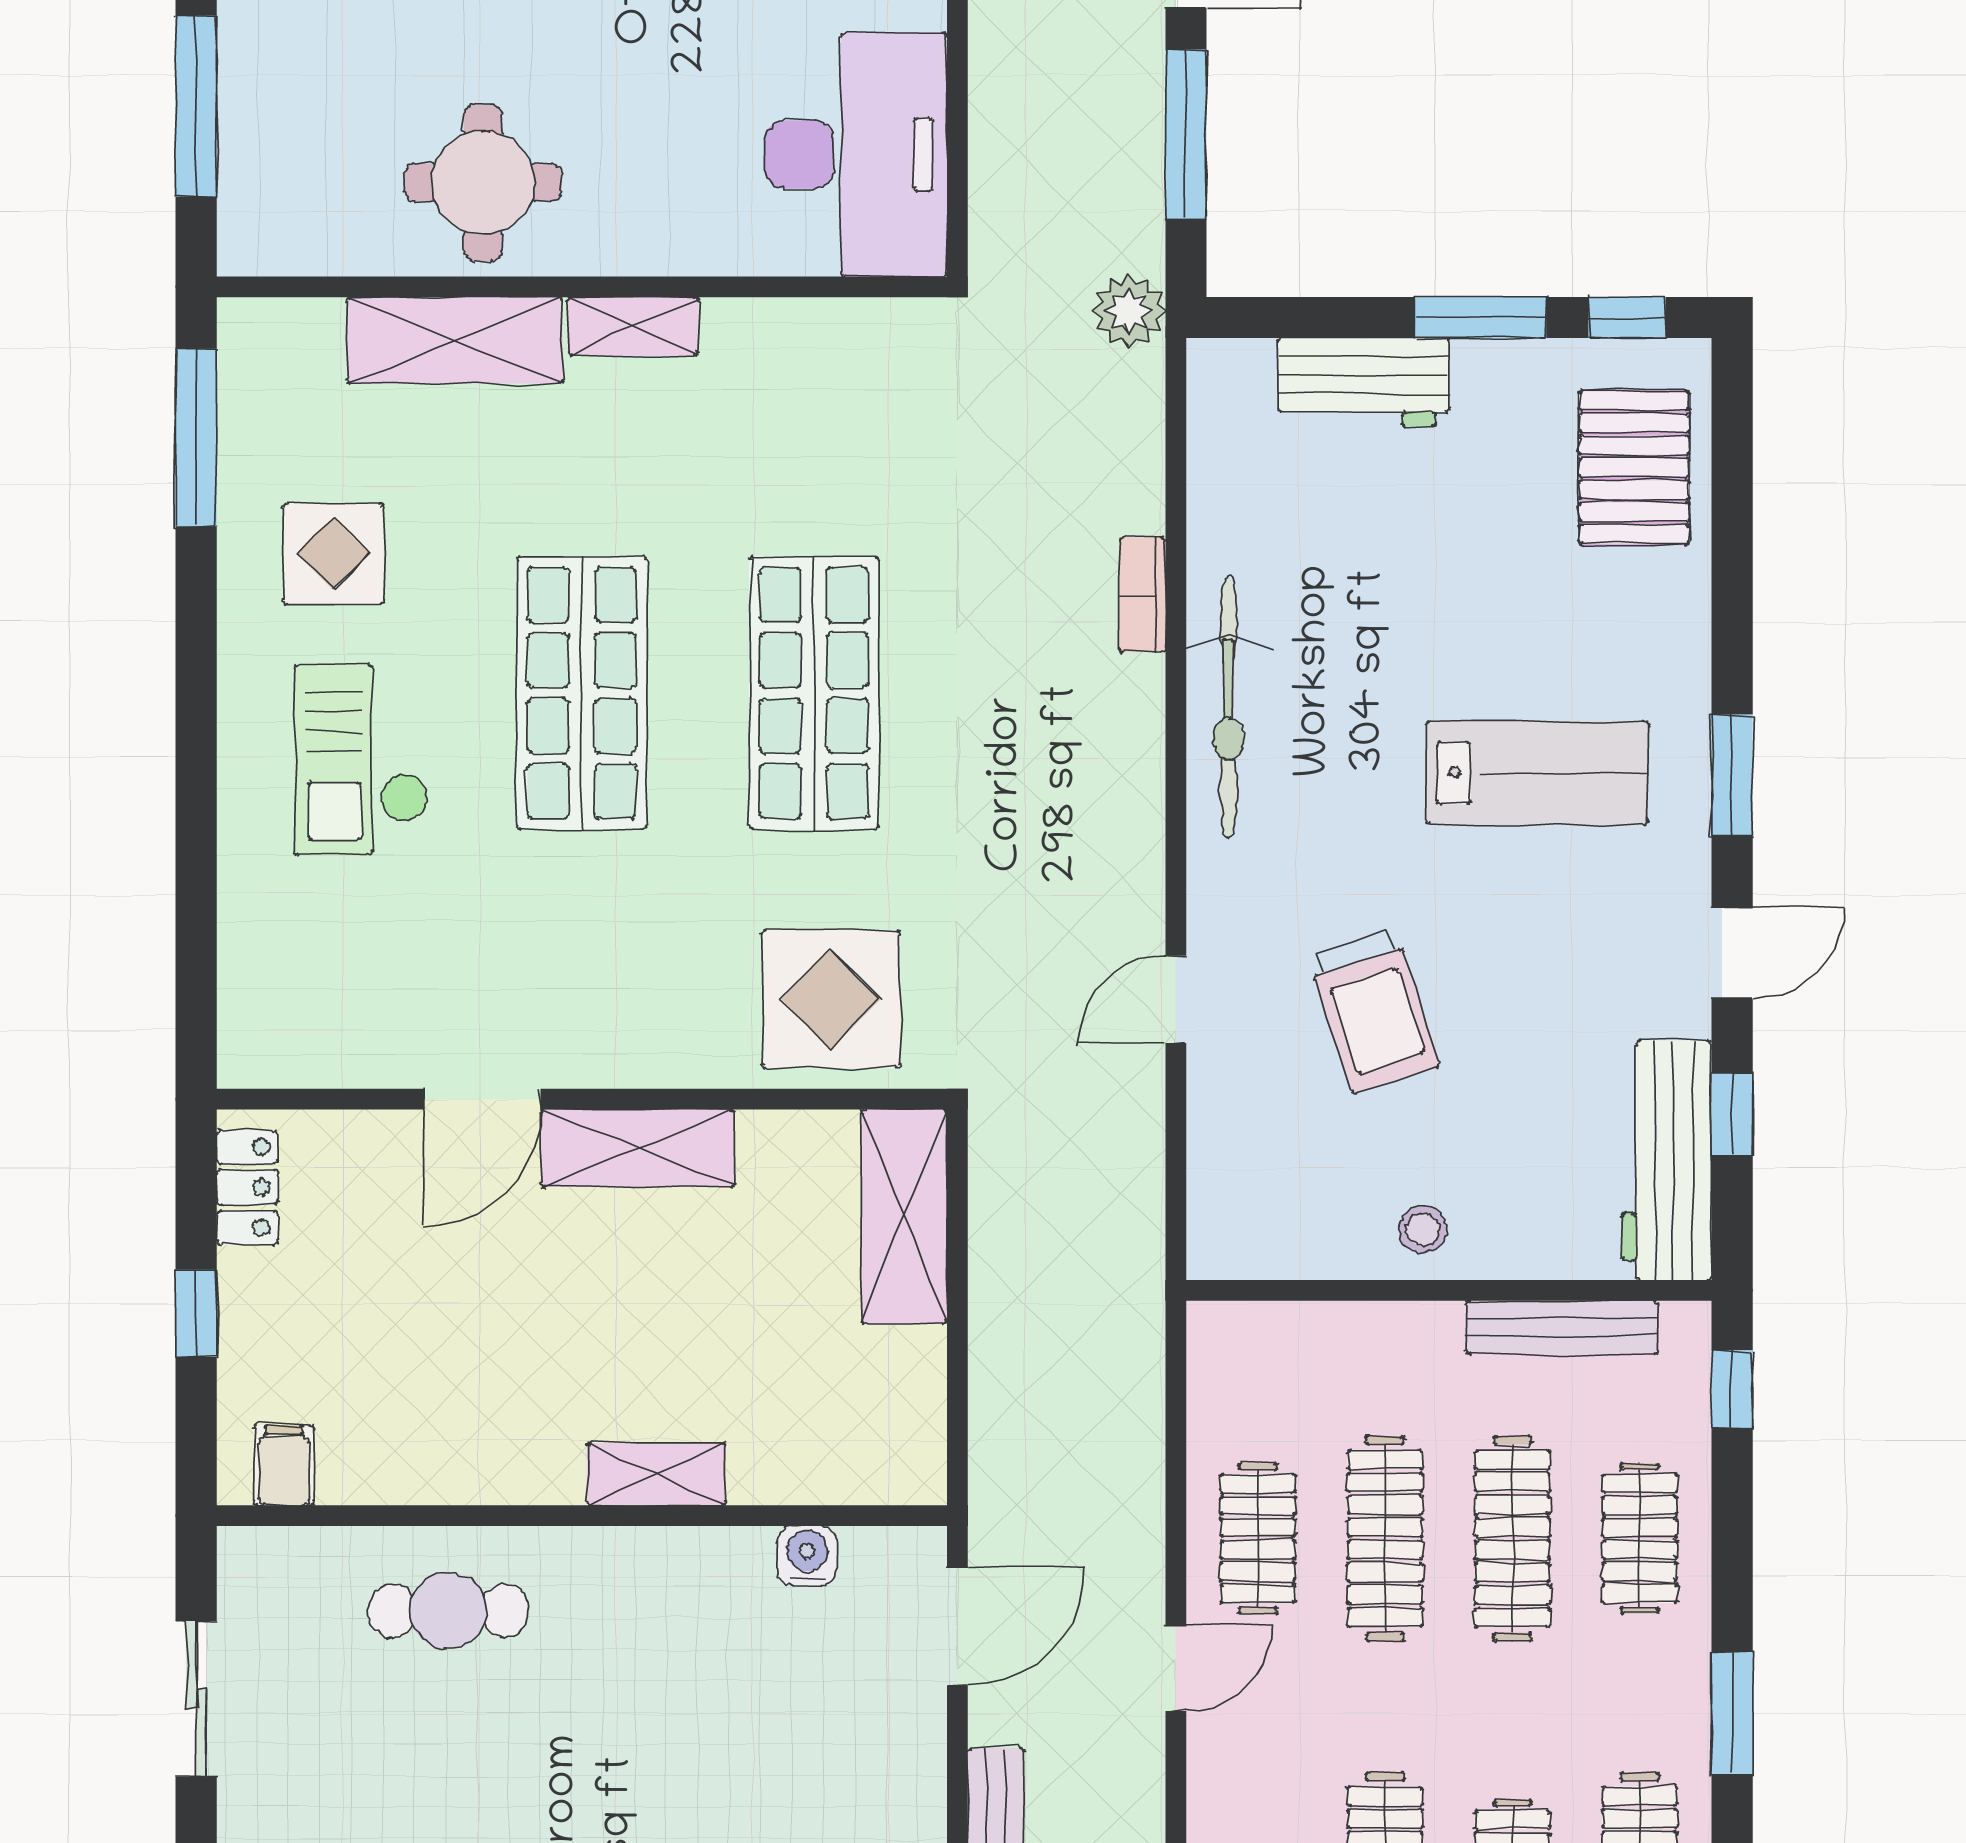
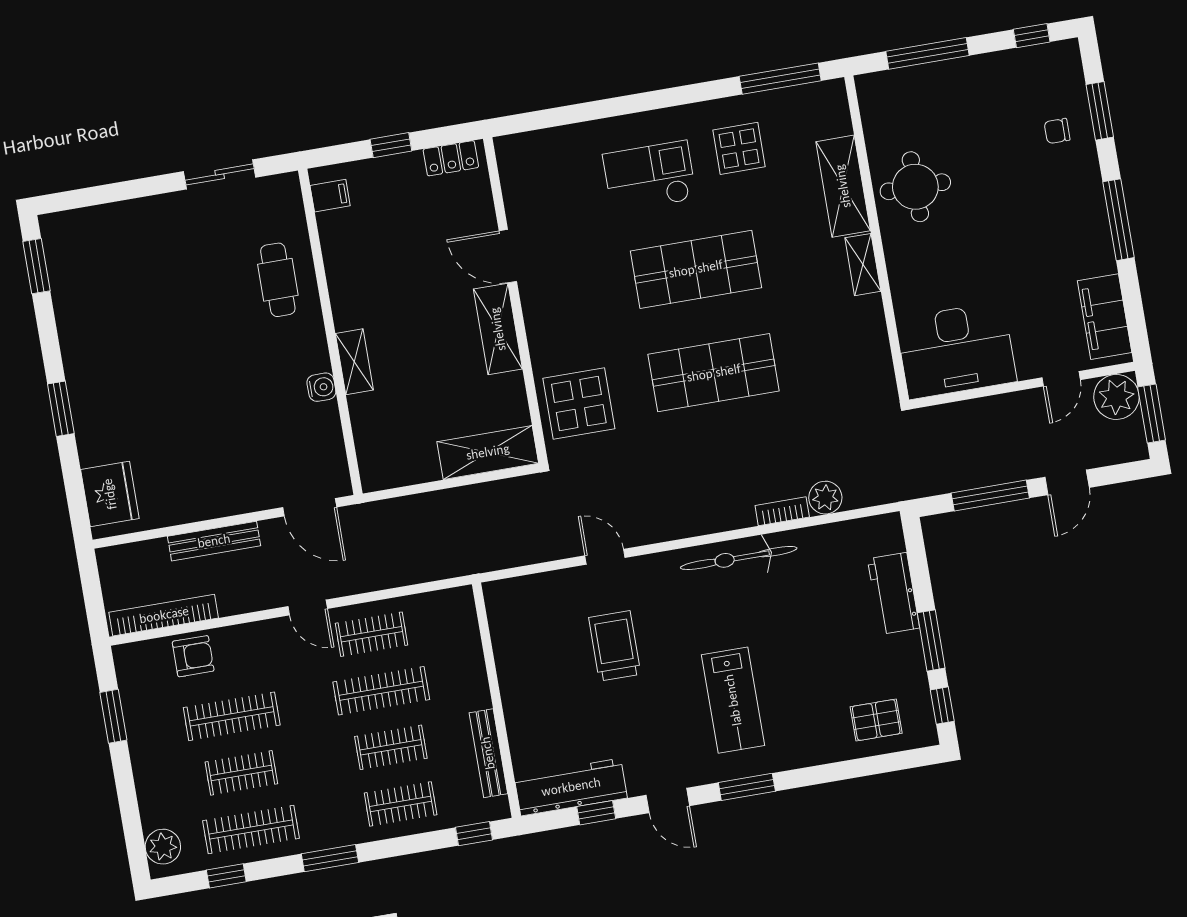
plant: (1129, 311) -> (825, 498), moved
pallet: (1634, 467) -> (876, 720), width x0.67, depth x0.71
trolley: (1374, 1011) -> (615, 646), turned 108
stool: (1423, 1229) -> (521, 684), removed
clothes rail: (1512, 1539) -> (391, 747), width x0.73
water cooler: (807, 1556) -> (321, 387), moved

